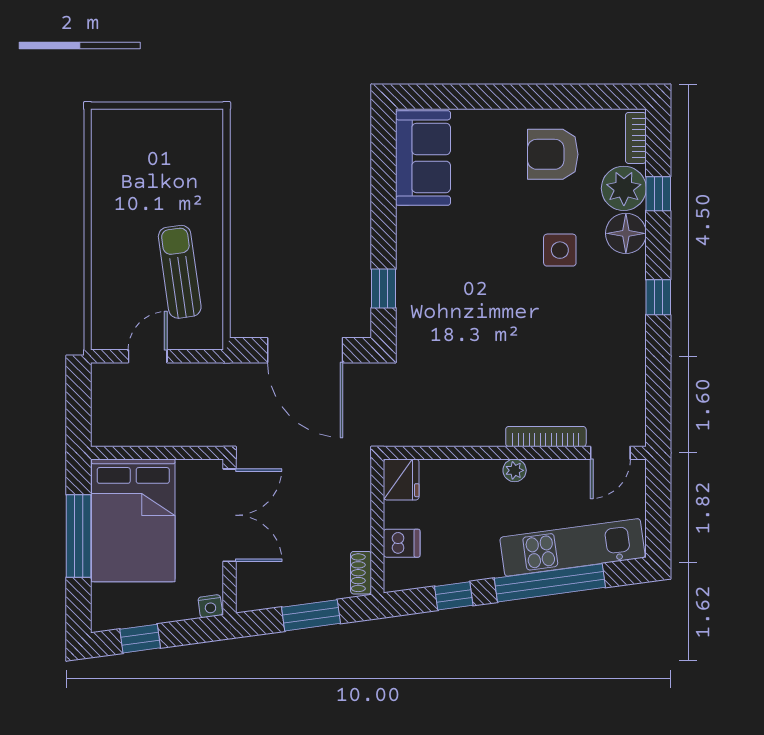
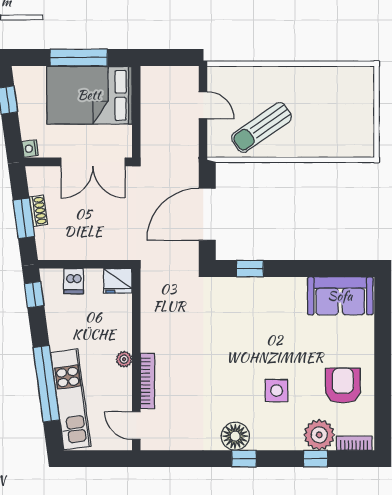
floor lamp: (626, 233) -> (235, 436), moved
sun lounger: (180, 272) -> (262, 127), turned 153
shoe rack: (361, 573) -> (38, 211), moved, turned 82
window: (454, 596) -> (34, 295), moved

